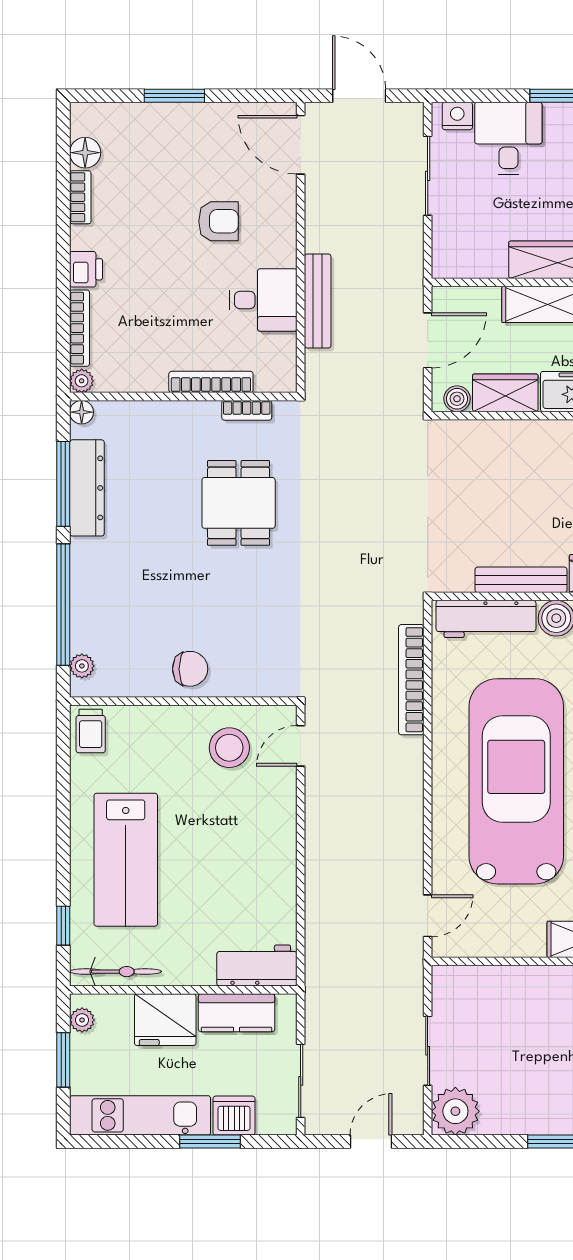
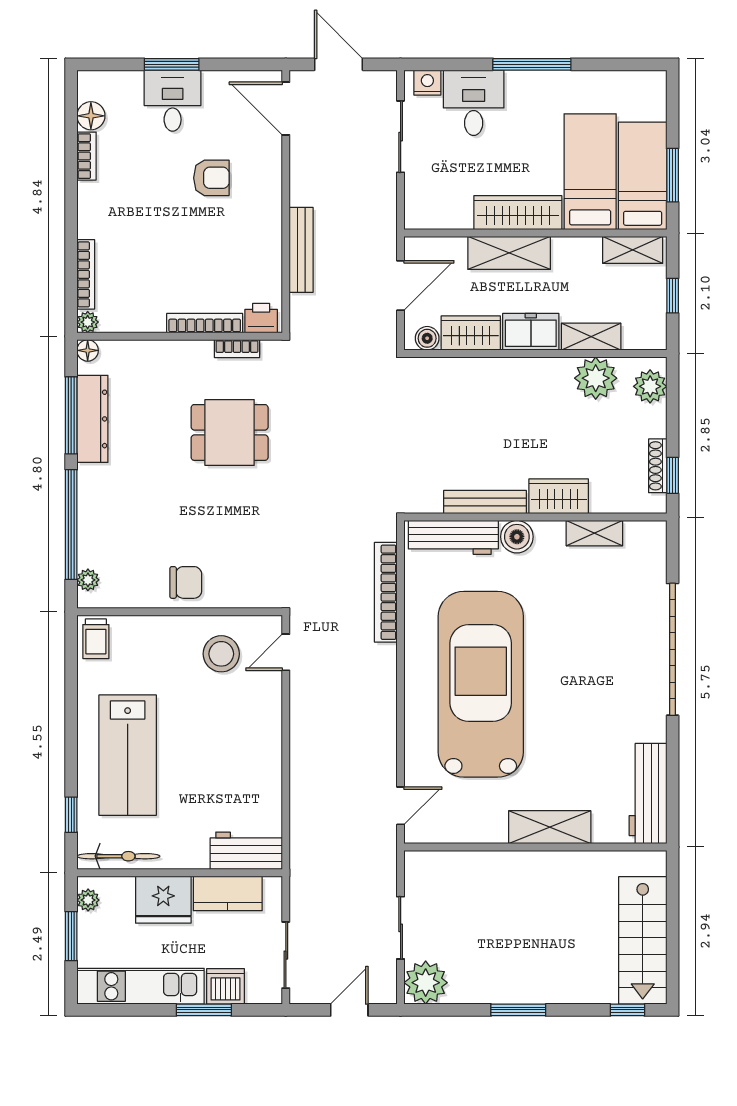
printer: (86, 269) -> (261, 318), moved, turned -90
desk: (263, 300) -> (173, 101), moved, turned -90
dining table: (239, 503) -> (230, 432), turned 90

